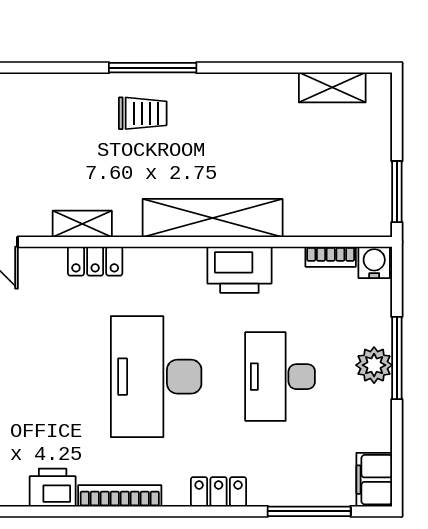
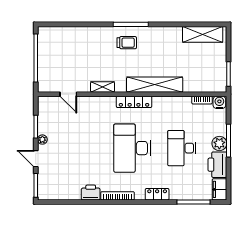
shelving: (332, 87) -> (203, 34), width x1.50, depth x1.33
locker: (95, 261) -> (134, 102), moved, width x1.53
printer: (239, 270) -> (217, 165), moved, turned 90

